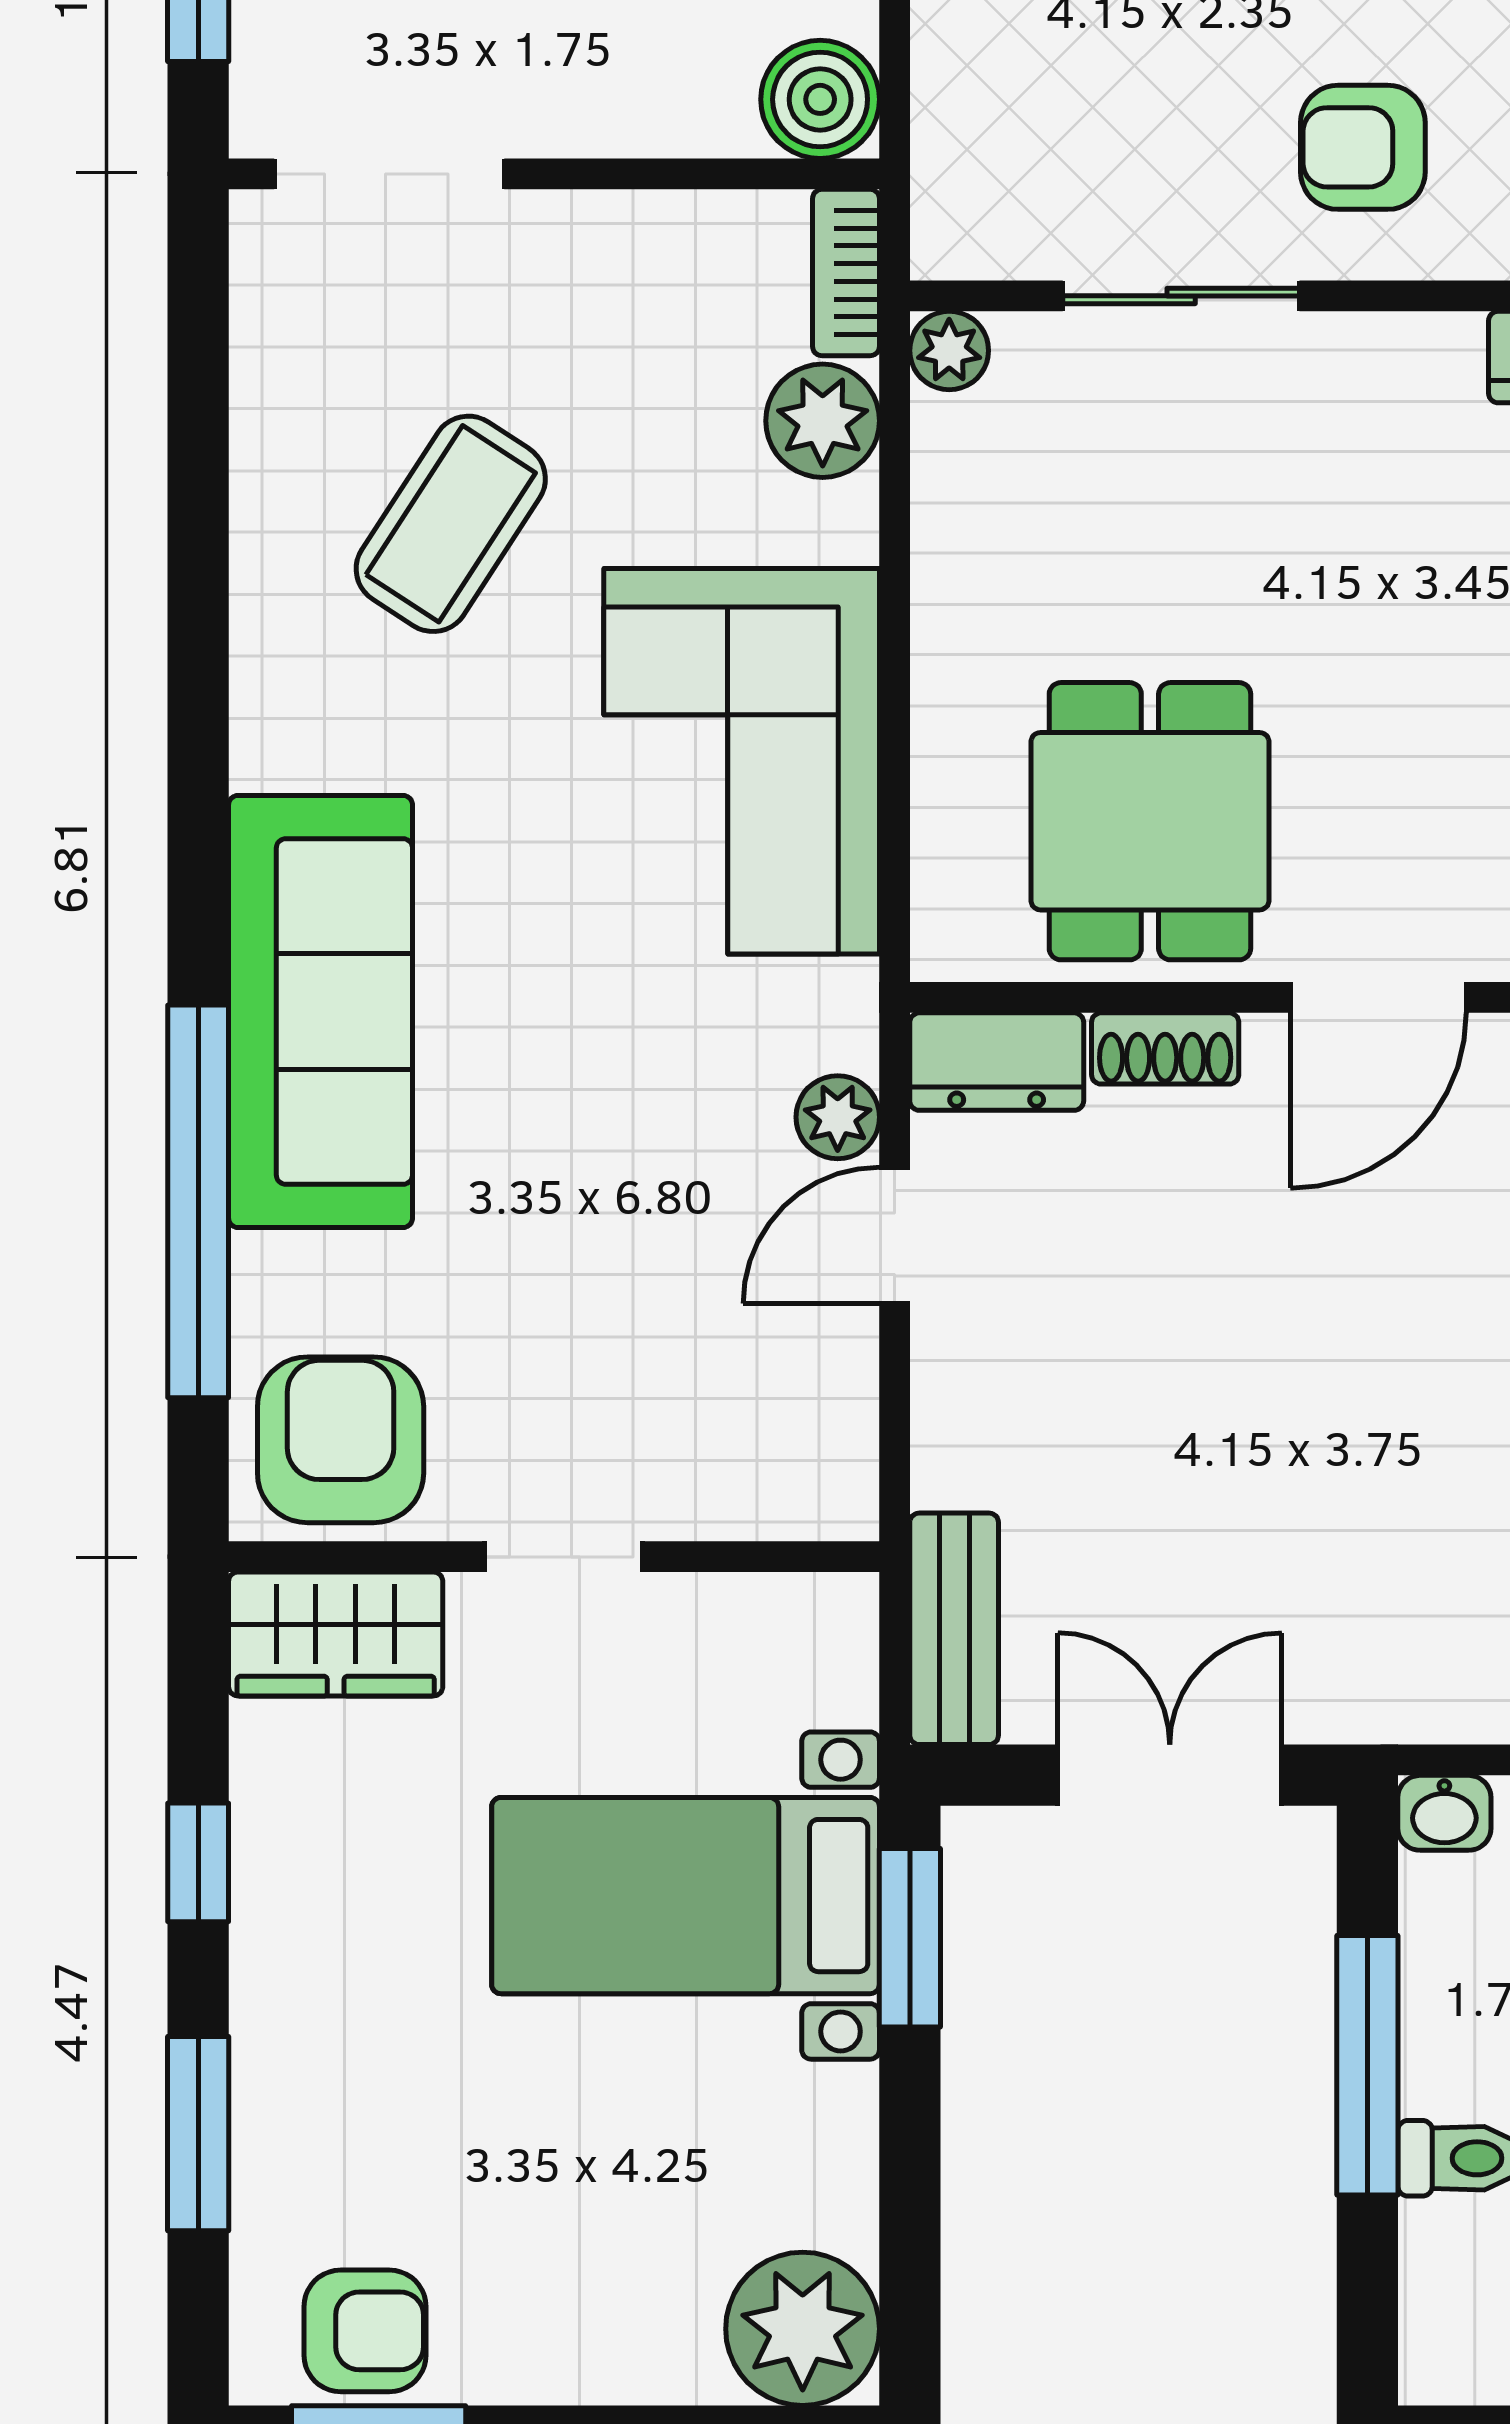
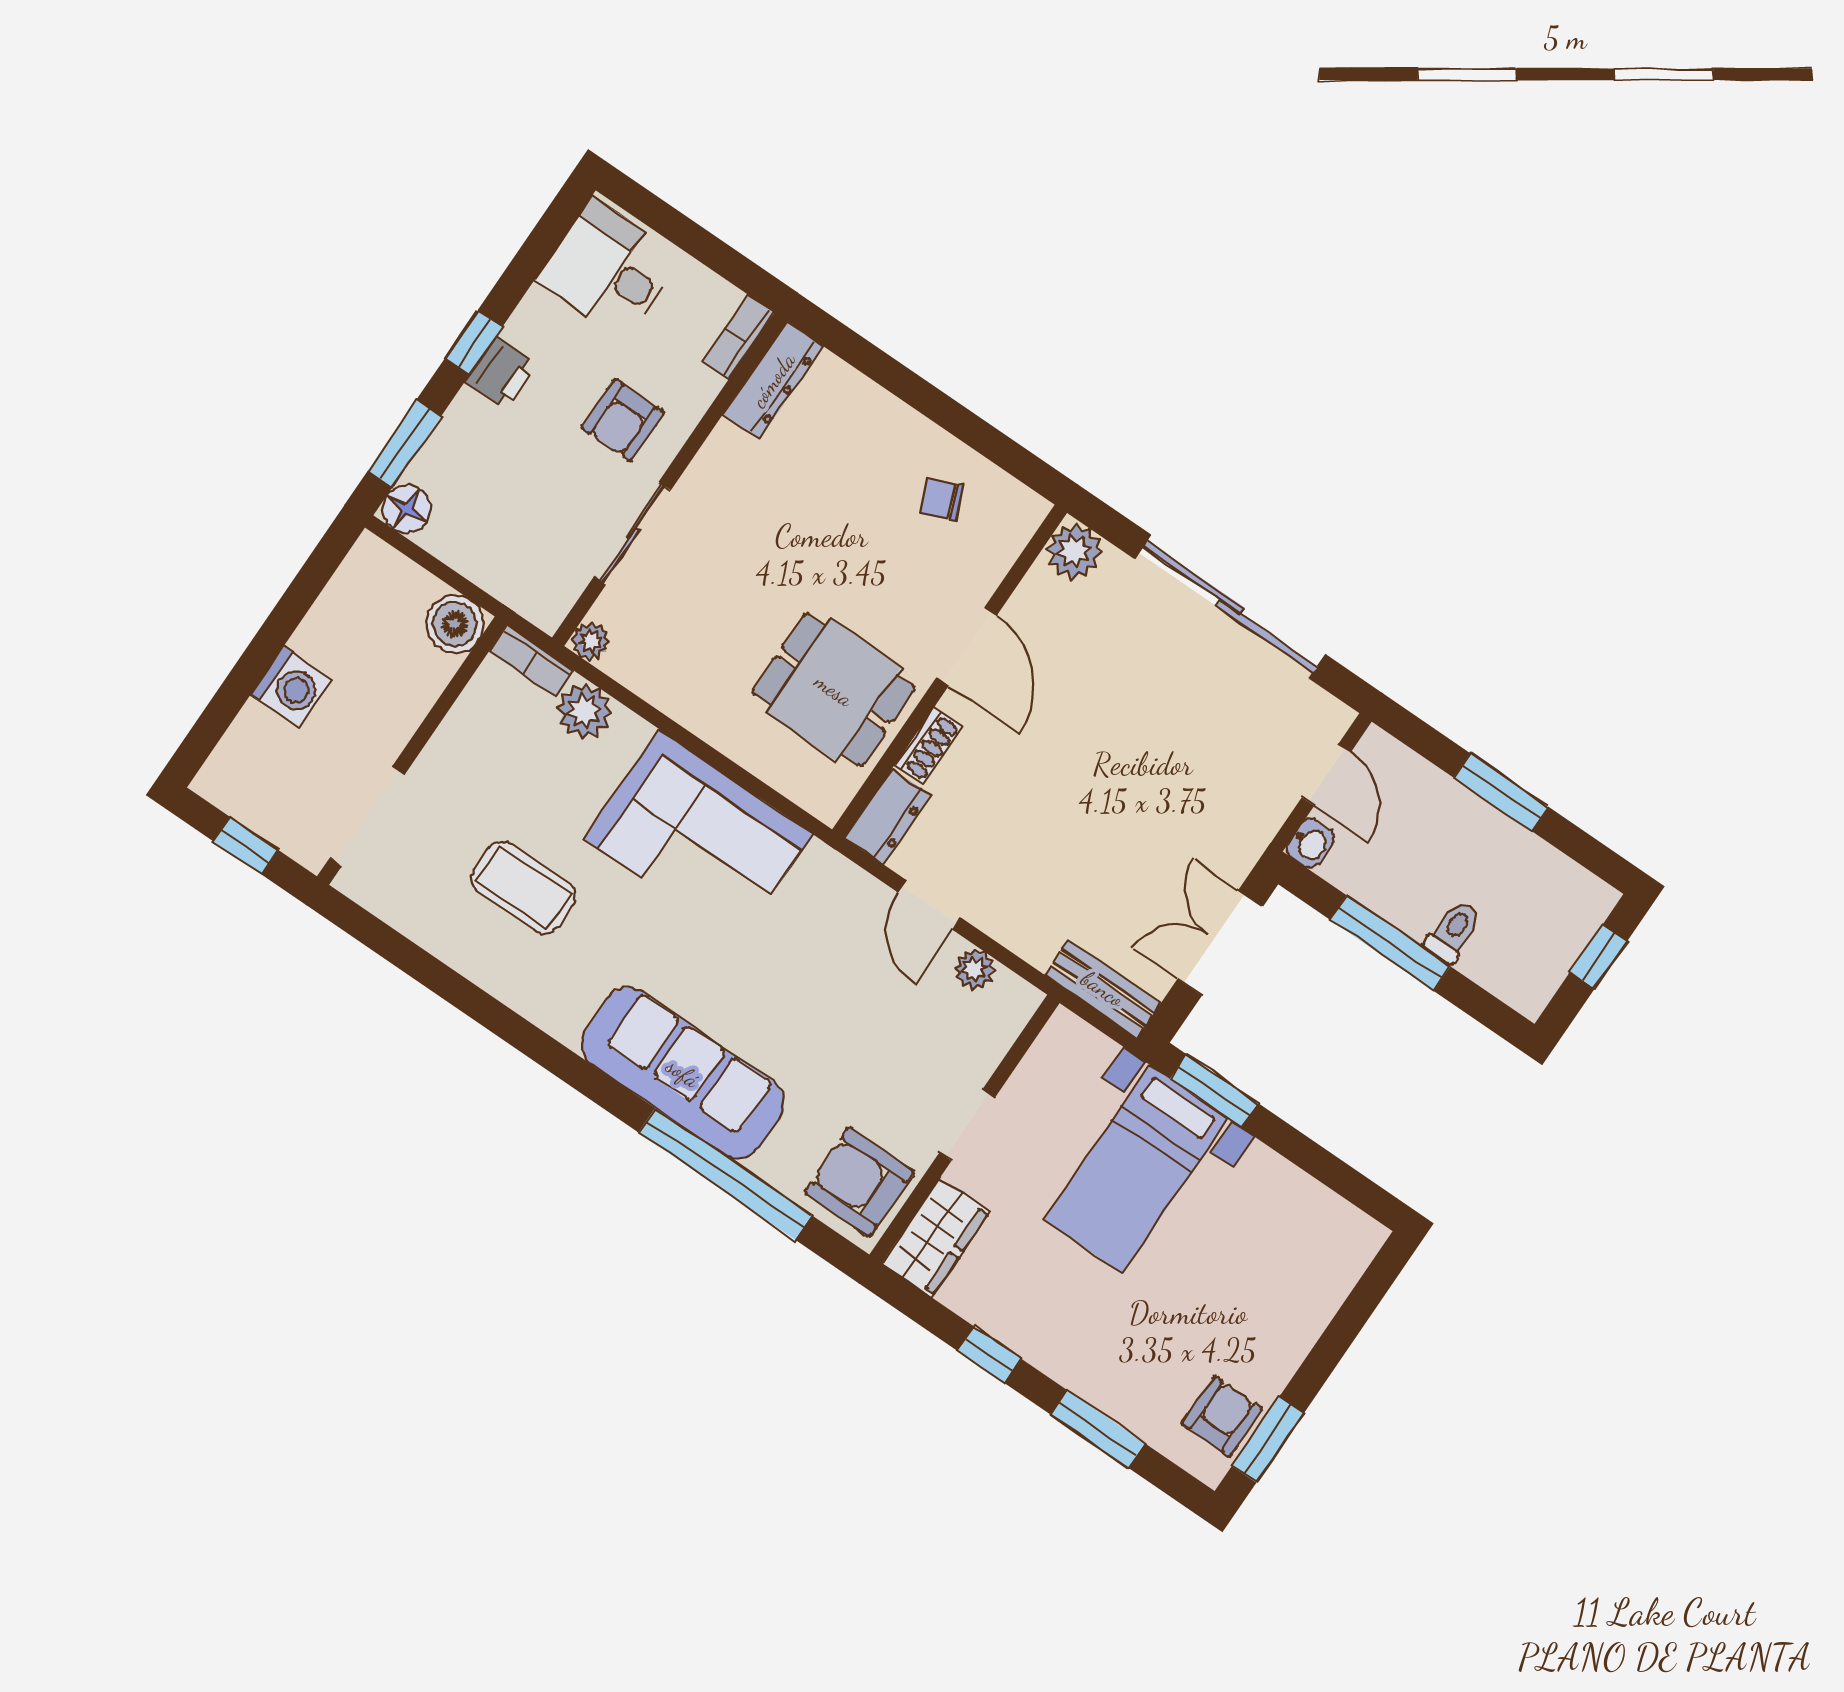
coffee table: (451, 524) -> (524, 888), turned -33
plant: (838, 1117) -> (974, 969), moved
plant: (803, 2329) -> (1341, 1241), removed

